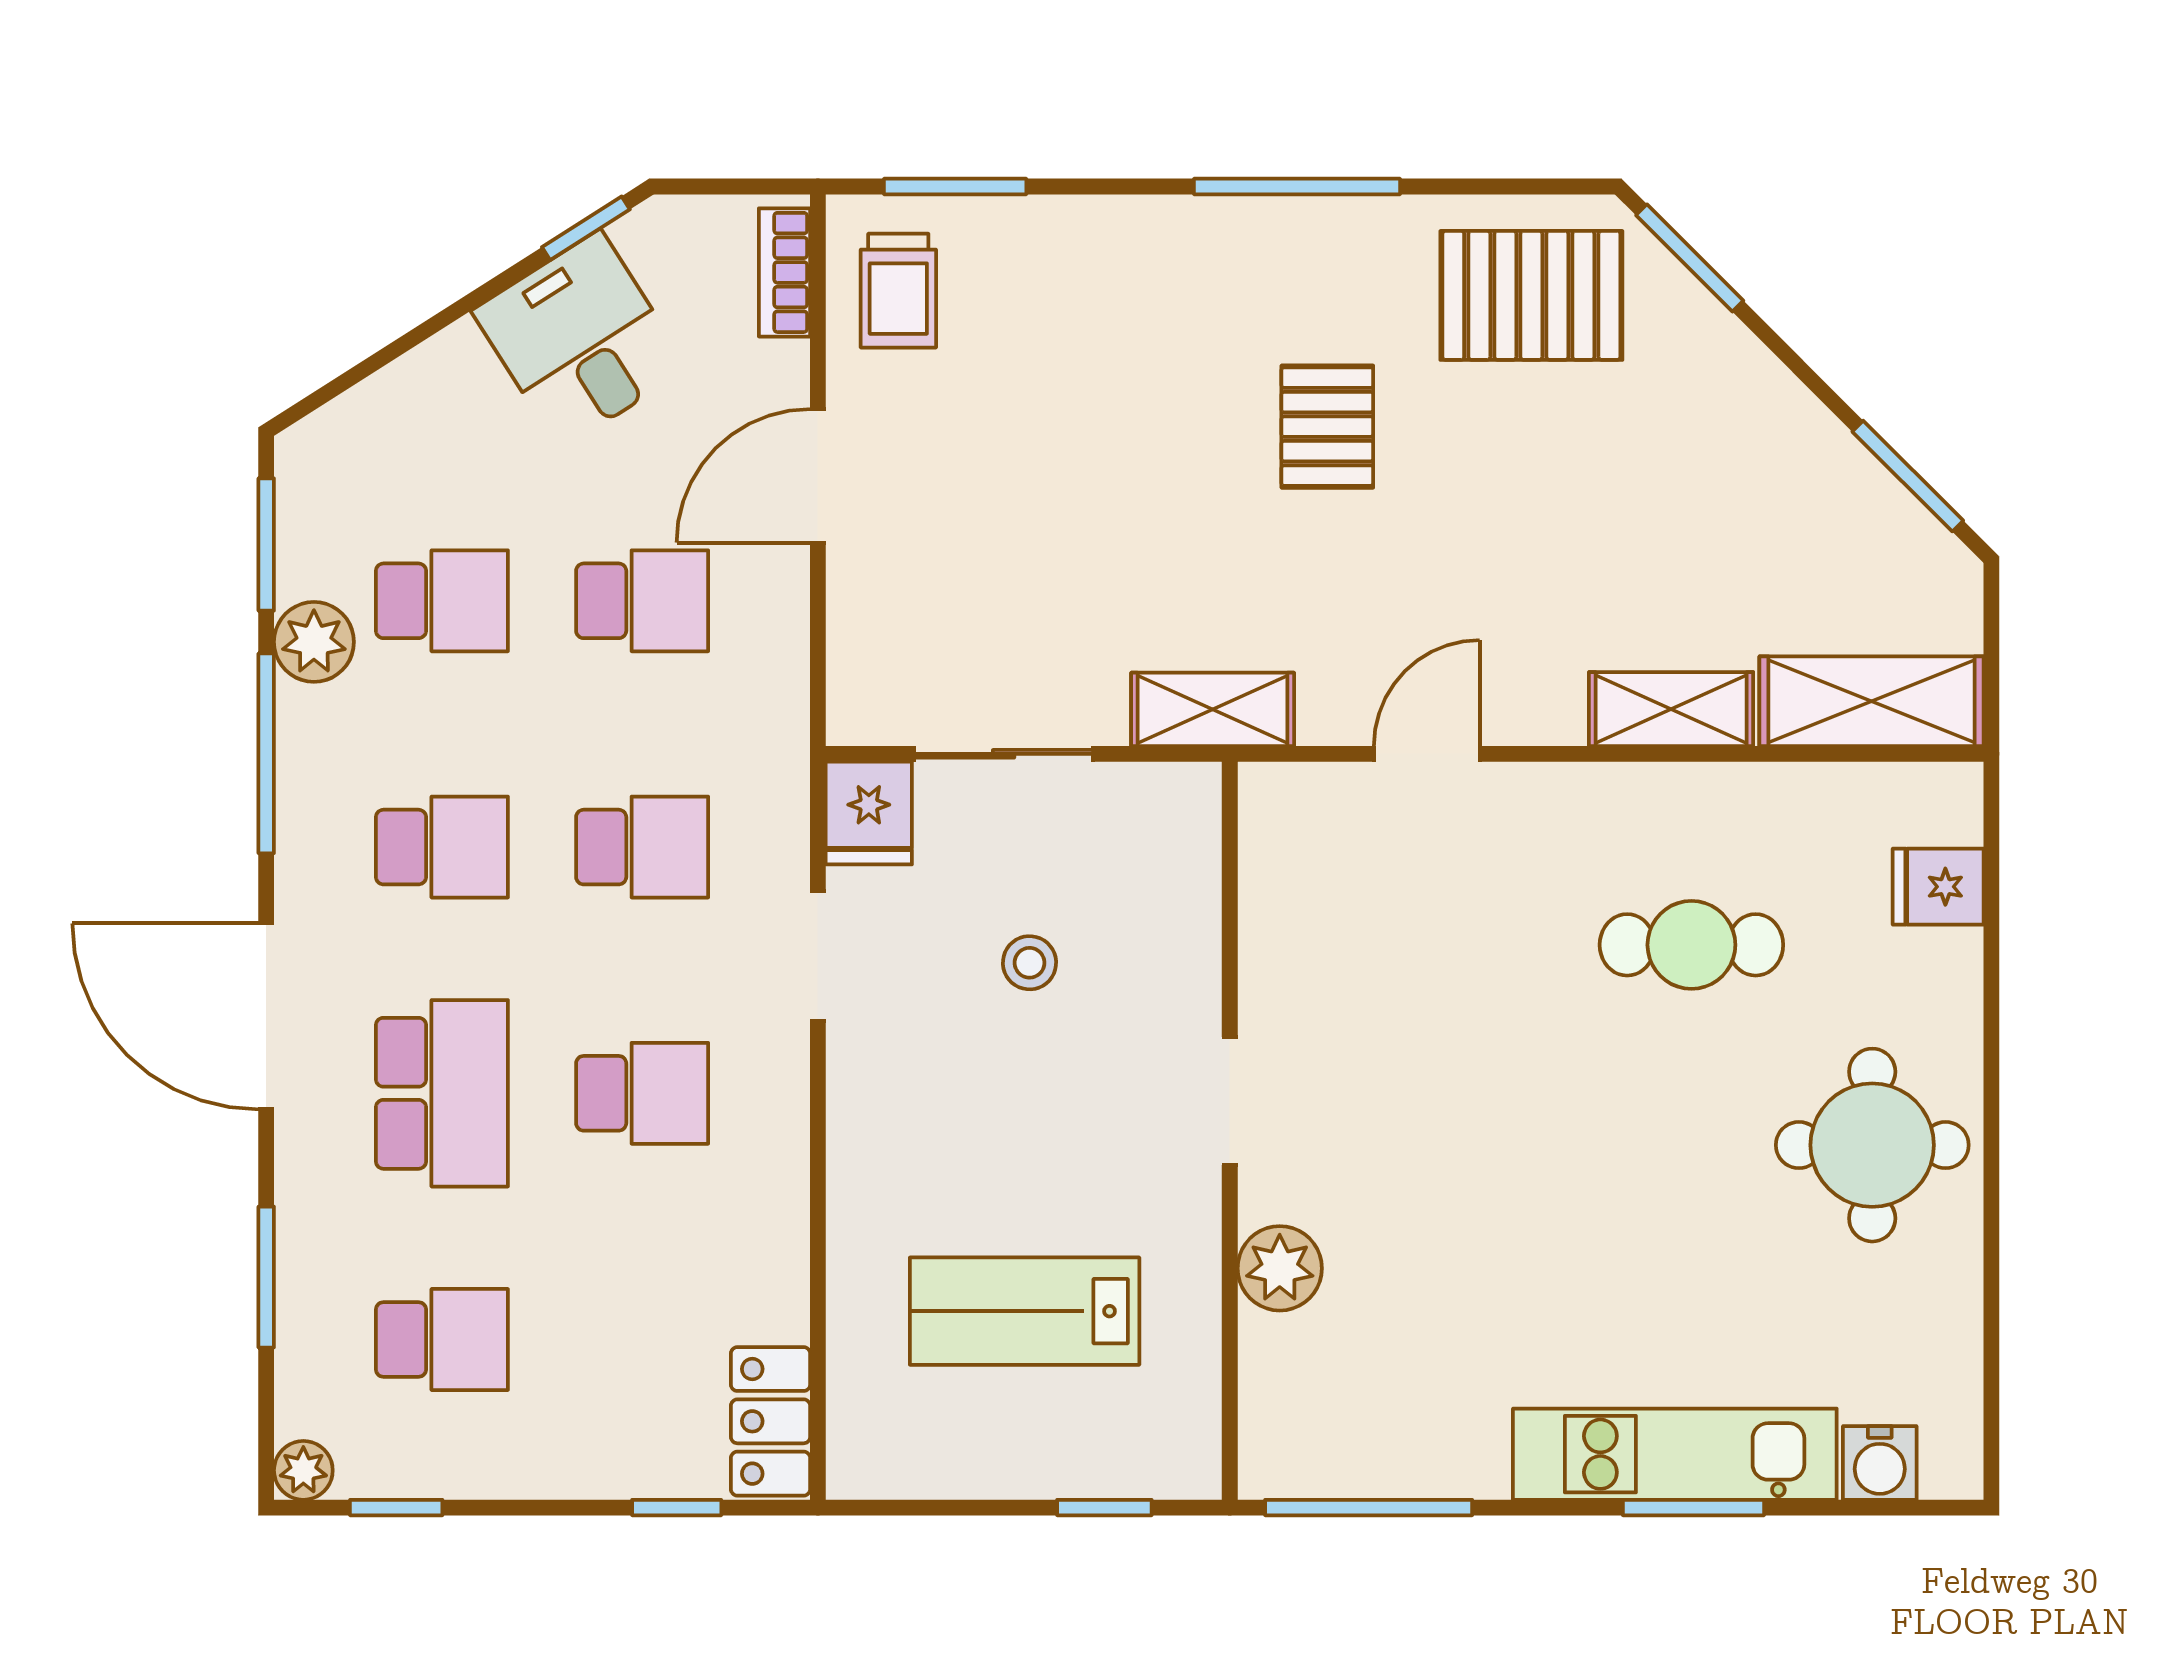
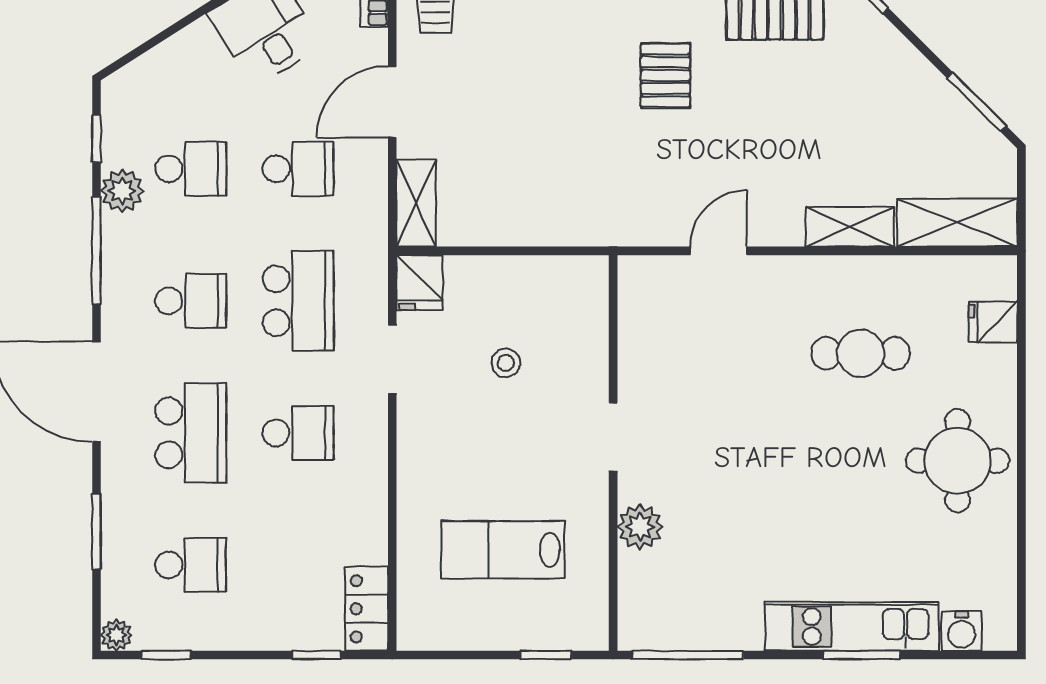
window: (266, 544) -> (96, 139), width x0.67
shelving: (1213, 709) -> (416, 203), moved, turned 90
sliding door: (1004, 754) -> (492, 251), removed
school desk: (642, 847) -> (298, 301), width x1.85

